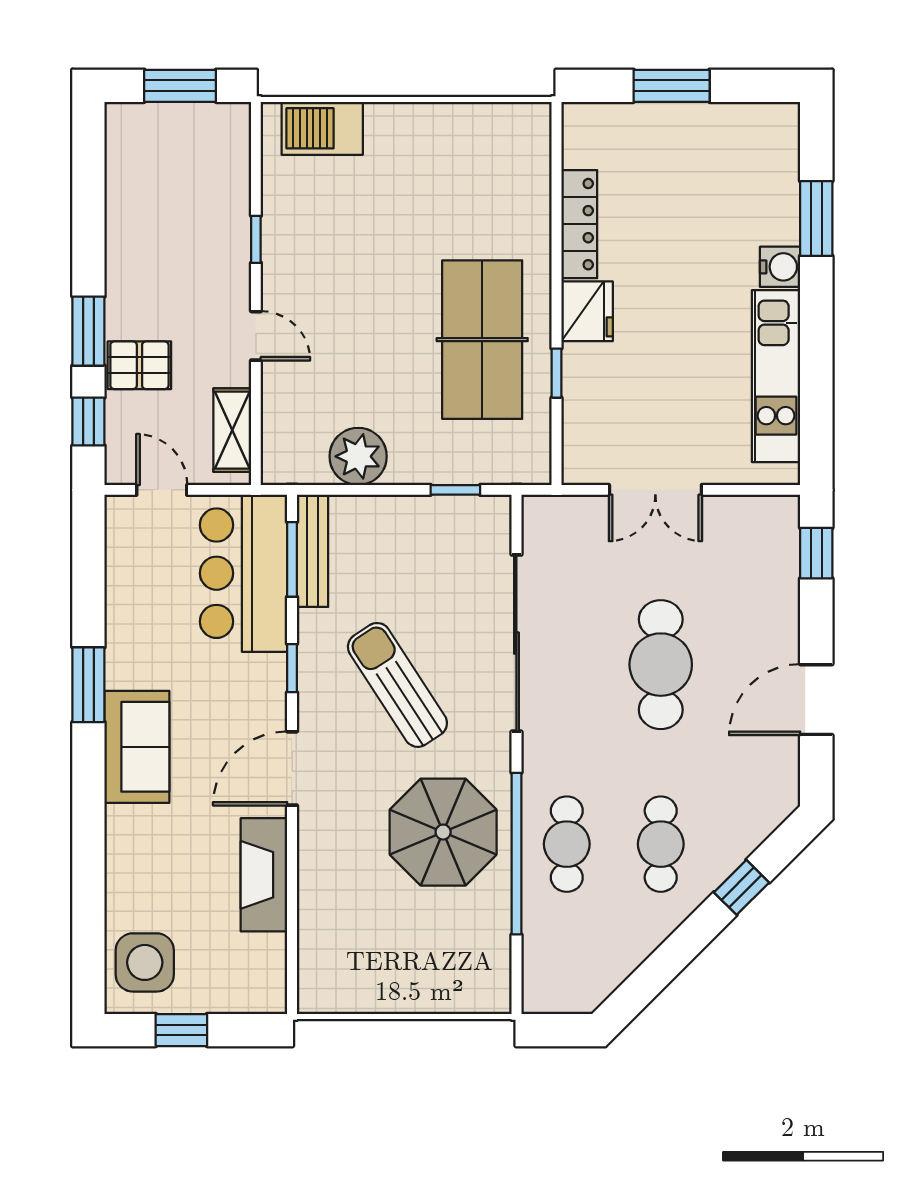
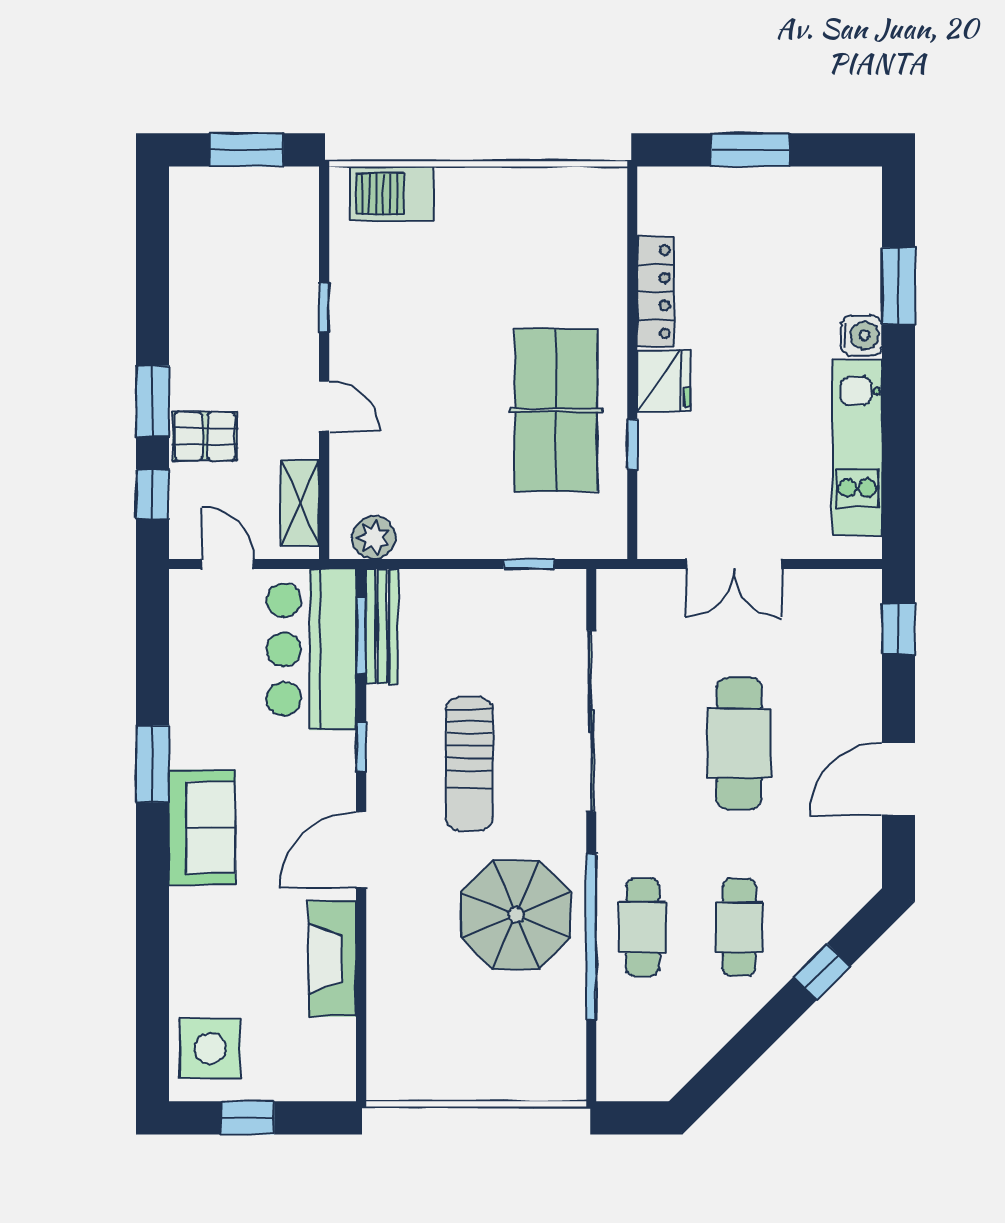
plant: (358, 456) -> (374, 538), moved, width x0.73, depth x0.73
sun lounger: (397, 685) -> (469, 764), turned -147

